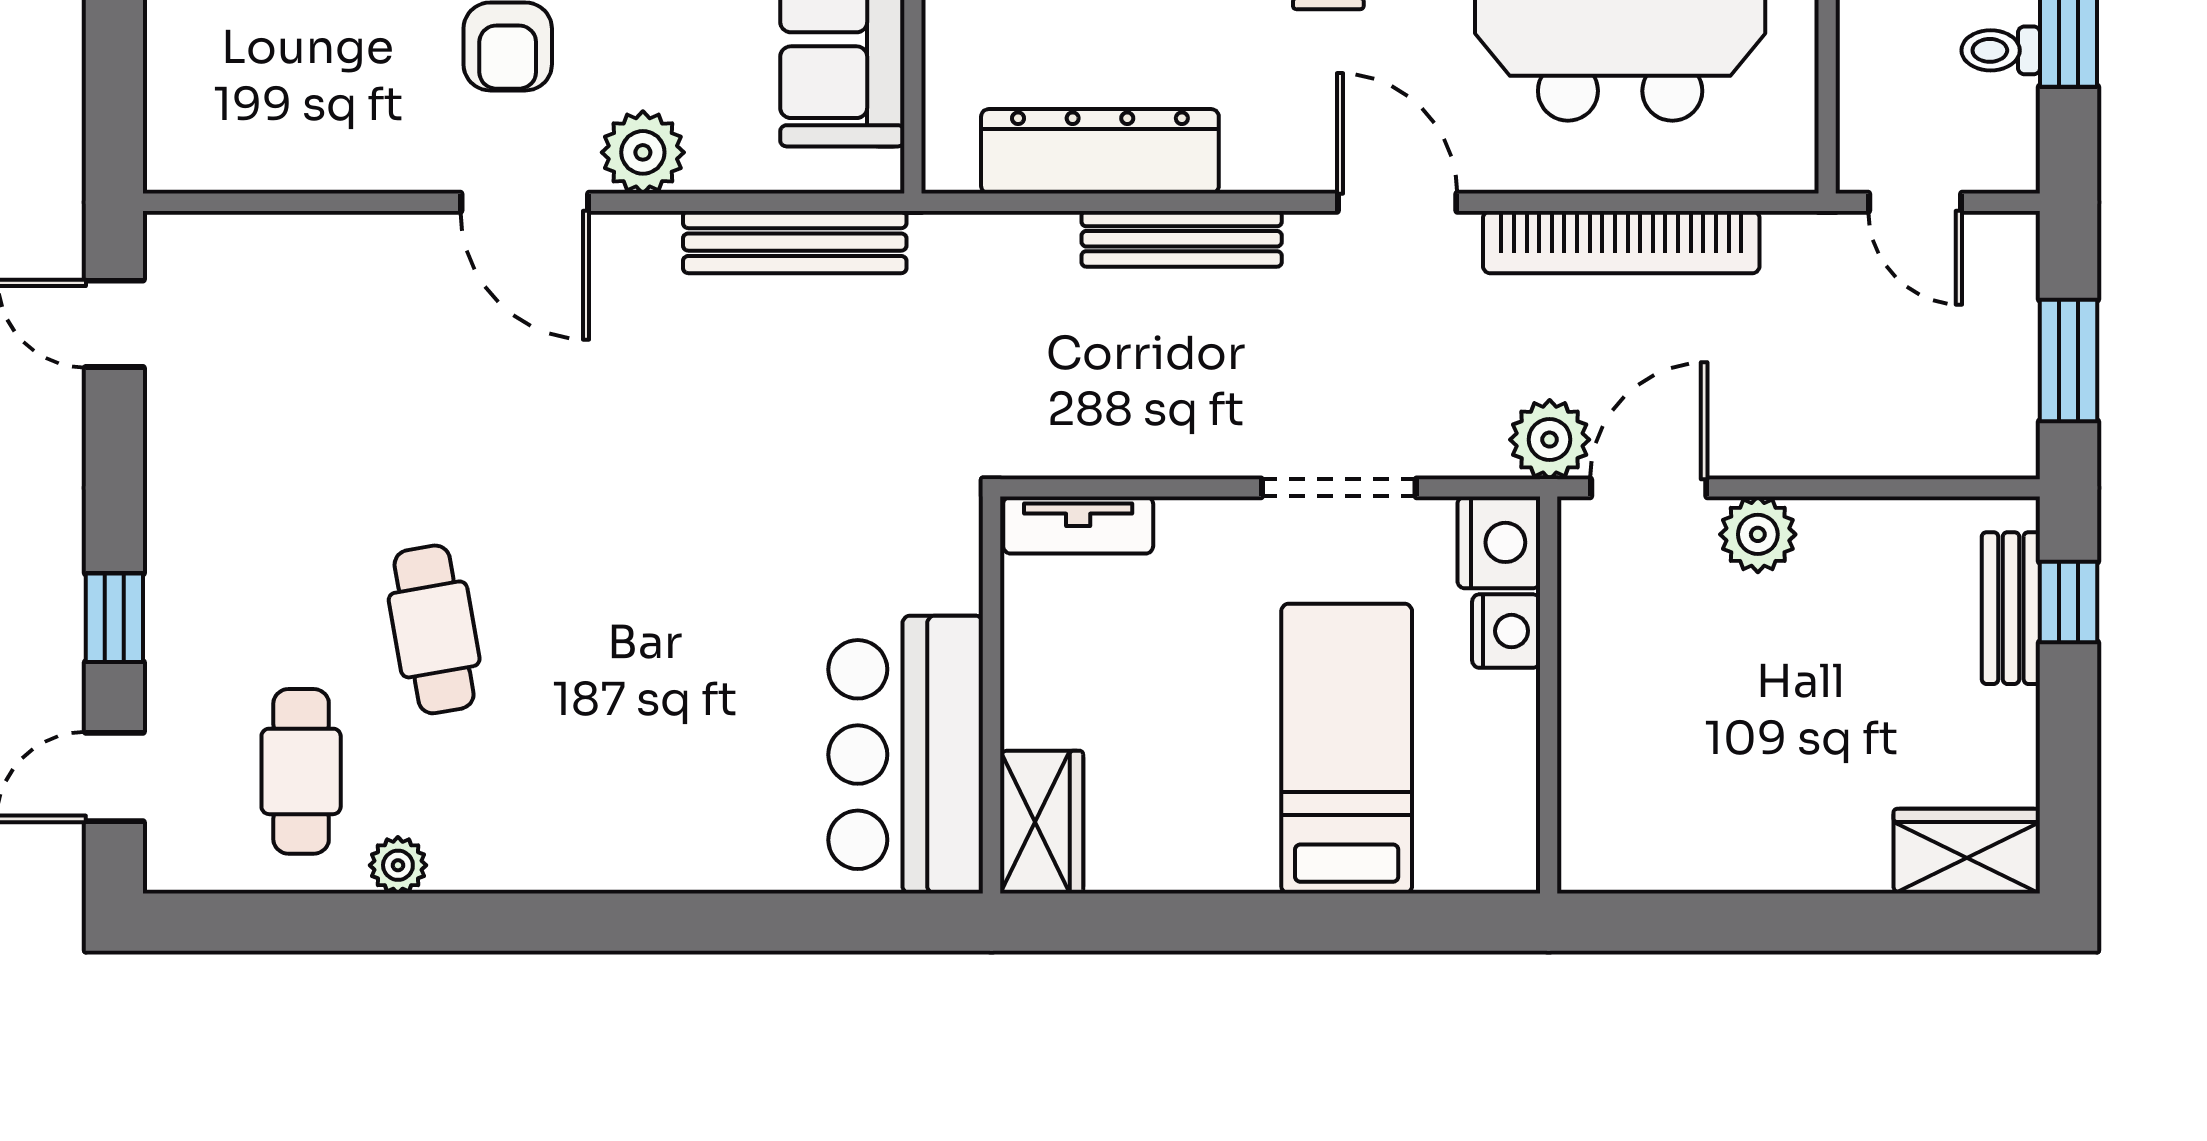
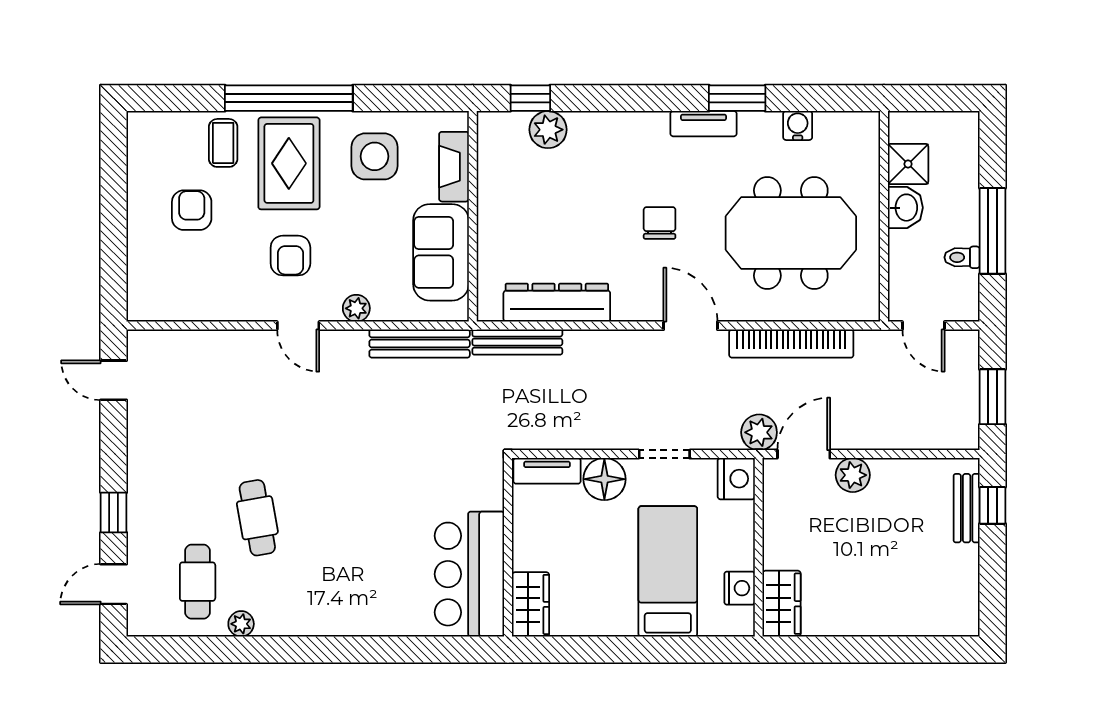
plant: (643, 152) -> (356, 308), width x0.73, depth x0.73
door: (525, 202) -> (298, 326), width x0.73
bench: (1182, 239) -> (517, 342), moved
doorway: (1339, 488) -> (664, 454), width x0.73
floor lamp: (1206, 543) -> (604, 479), added
nightstand: (1506, 631) -> (740, 588), moved
wardrobe: (1967, 851) -> (782, 604), moved, turned 90

